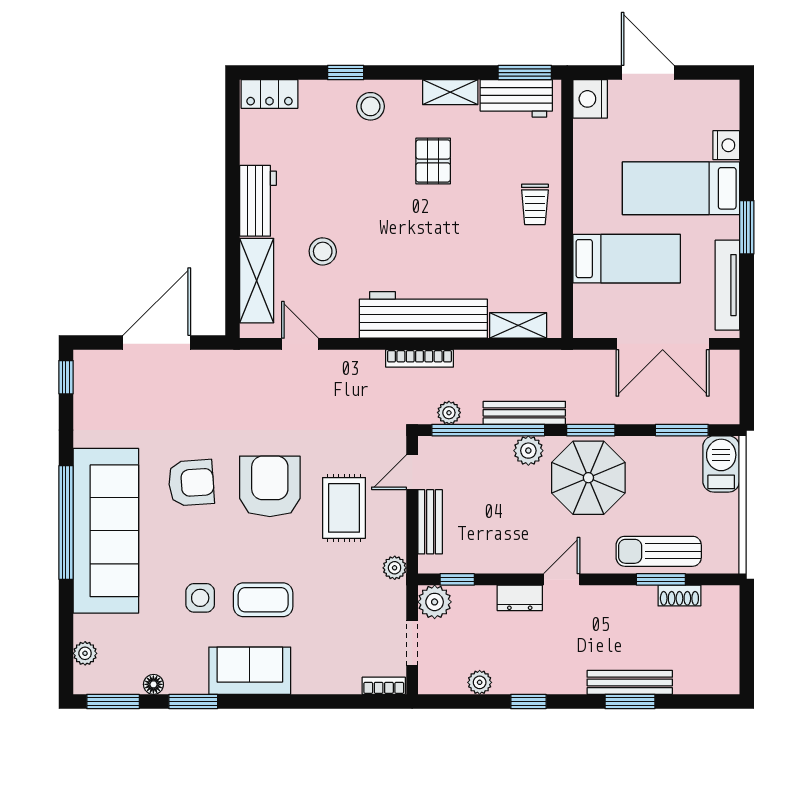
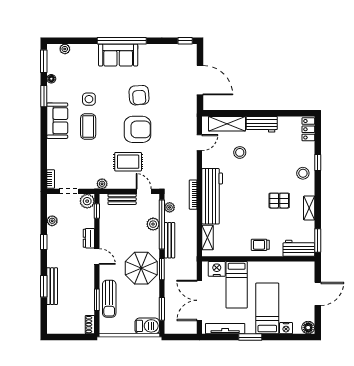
floor lamp: (725, 94) -> (308, 328), added
workbench: (516, 98) -> (299, 248), moved, turned 90
nightstand: (590, 99) -> (217, 269), moved
plant: (528, 451) -> (153, 224), moved
sofa: (106, 531) -> (118, 55), width x0.54, depth x0.79
sun lounger: (659, 551) -> (109, 299), turned 180
shoe rack: (679, 596) -> (90, 325), moved

